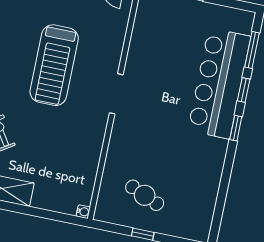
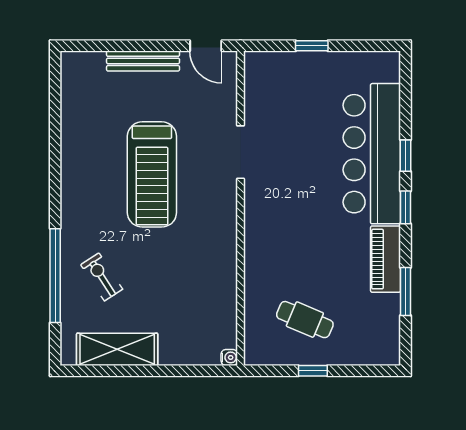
window: (252, 50) -> (406, 292), moved
doorway: (116, 94) -> (241, 152), moved
piano: (213, 163) -> (386, 259), added

